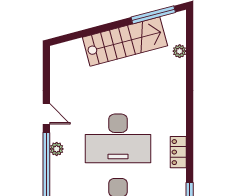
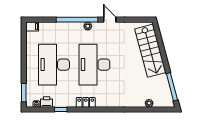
stairs: (125, 41) -> (150, 51), moved
door: (46, 114) -> (110, 20), swing flipped

